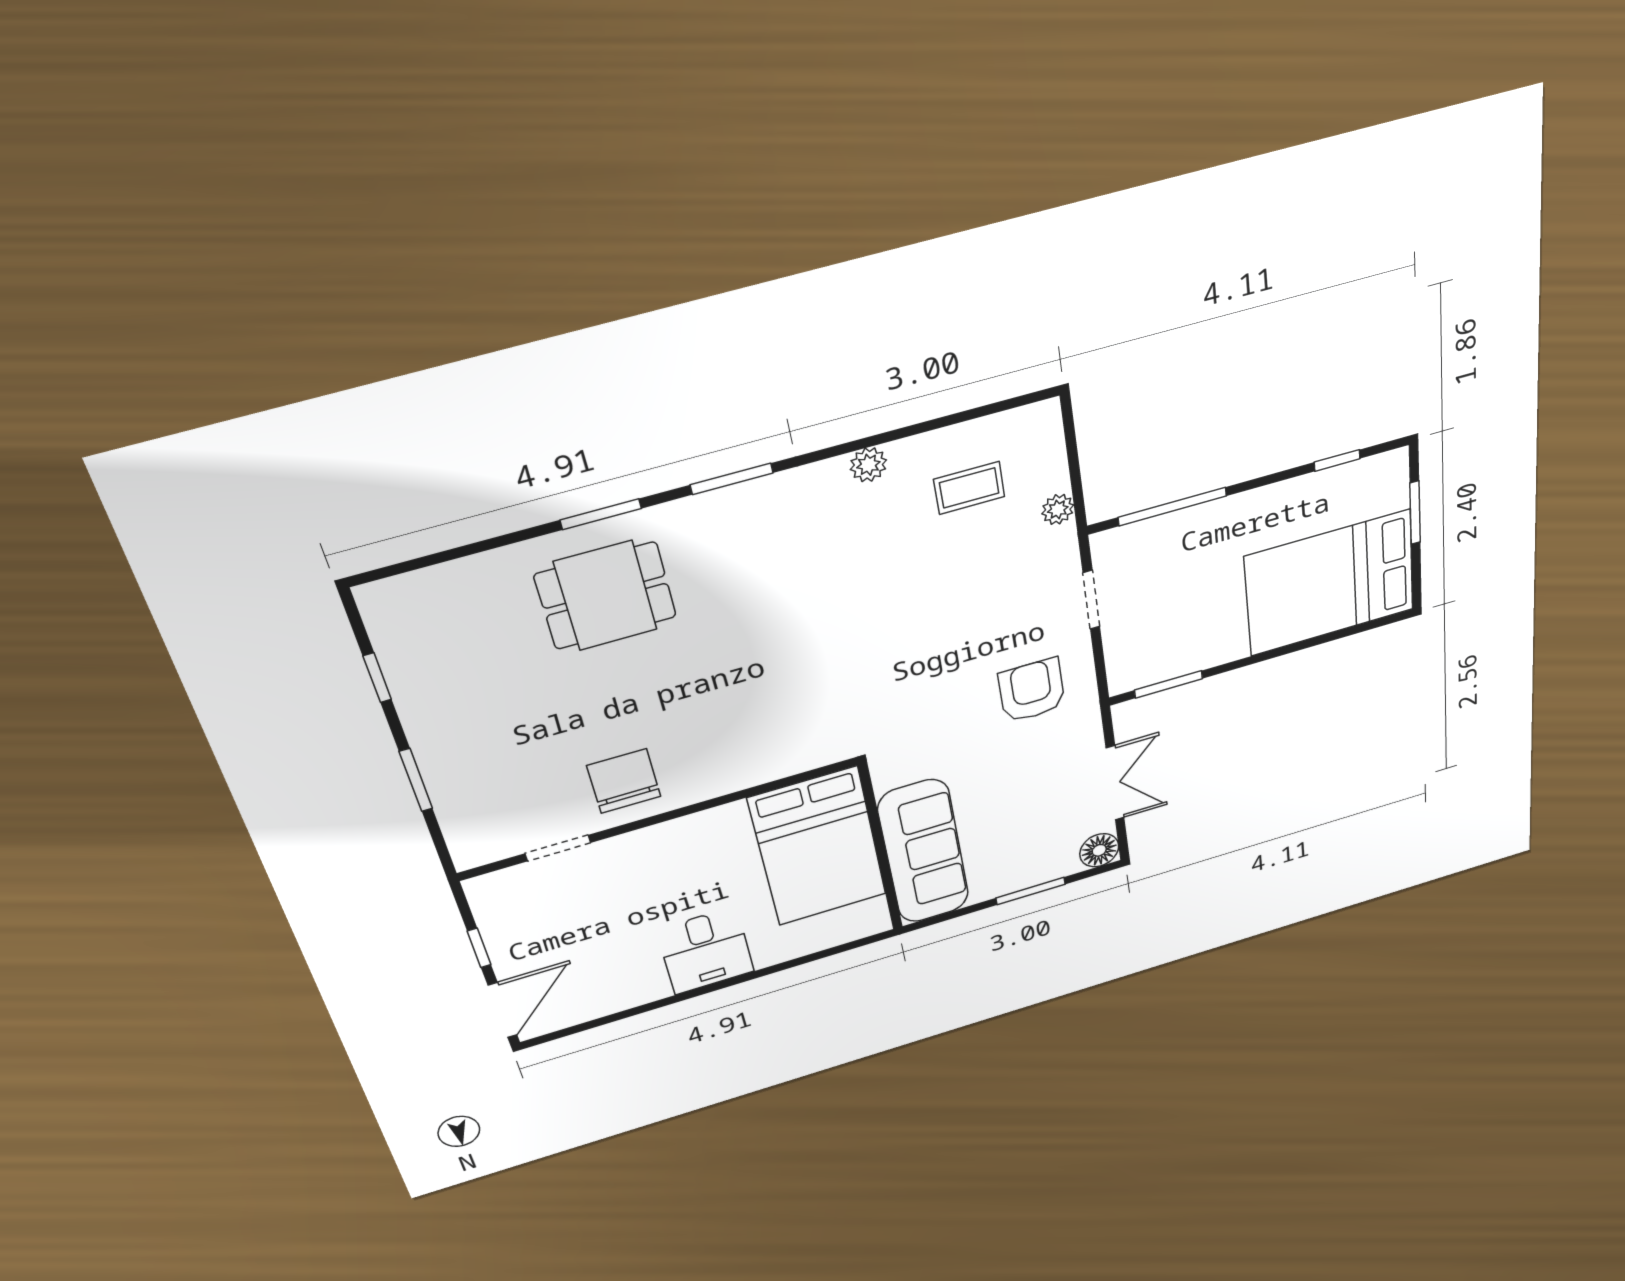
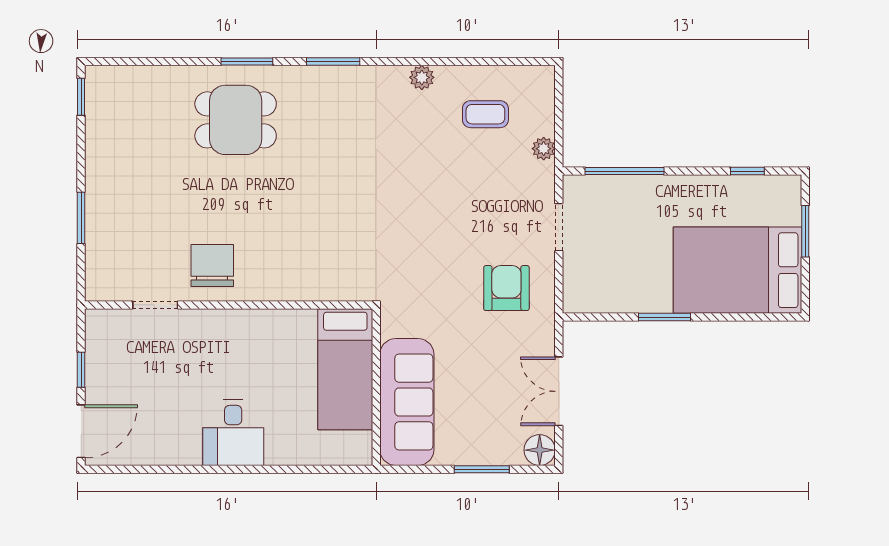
window: (377, 678) -> (81, 97), moved
window: (1168, 684) -> (665, 317), moved
double door: (1115, 783) -> (559, 391), swing flipped
bed: (818, 847) -> (345, 369), width x0.67

